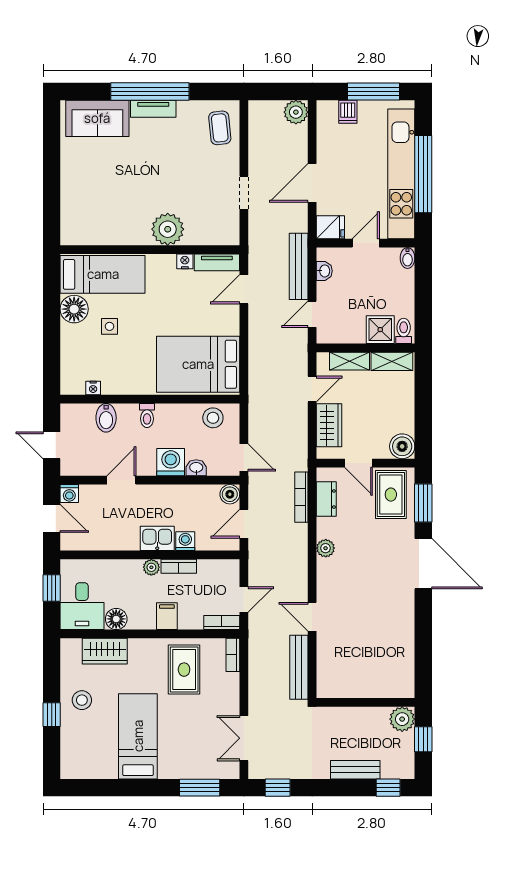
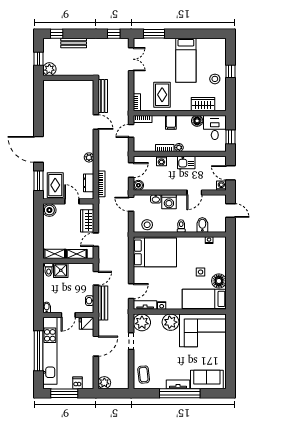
corner sofa: (105, 213) -> (203, 330), added
plant: (223, 229) -> (142, 322), added
kitchen sink: (157, 538) -> (186, 162), moved

